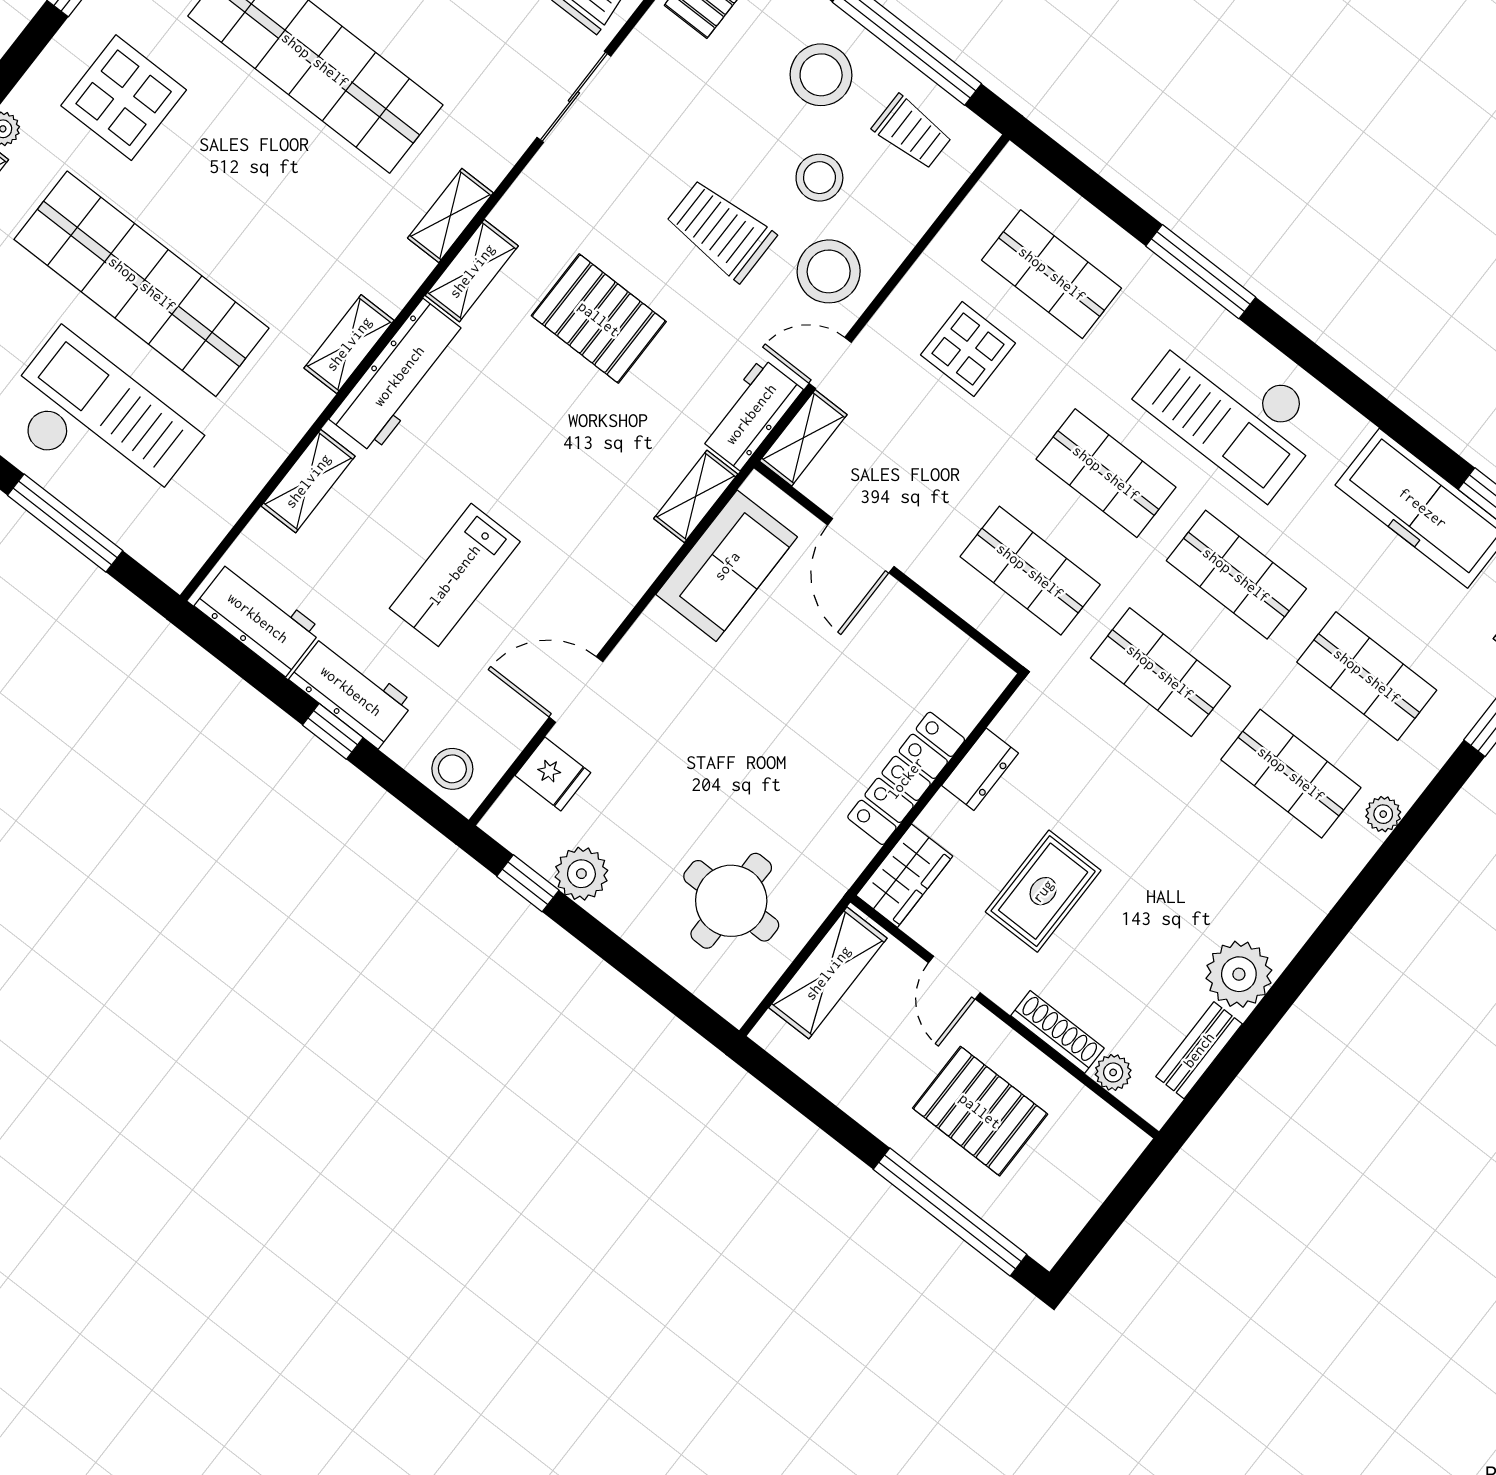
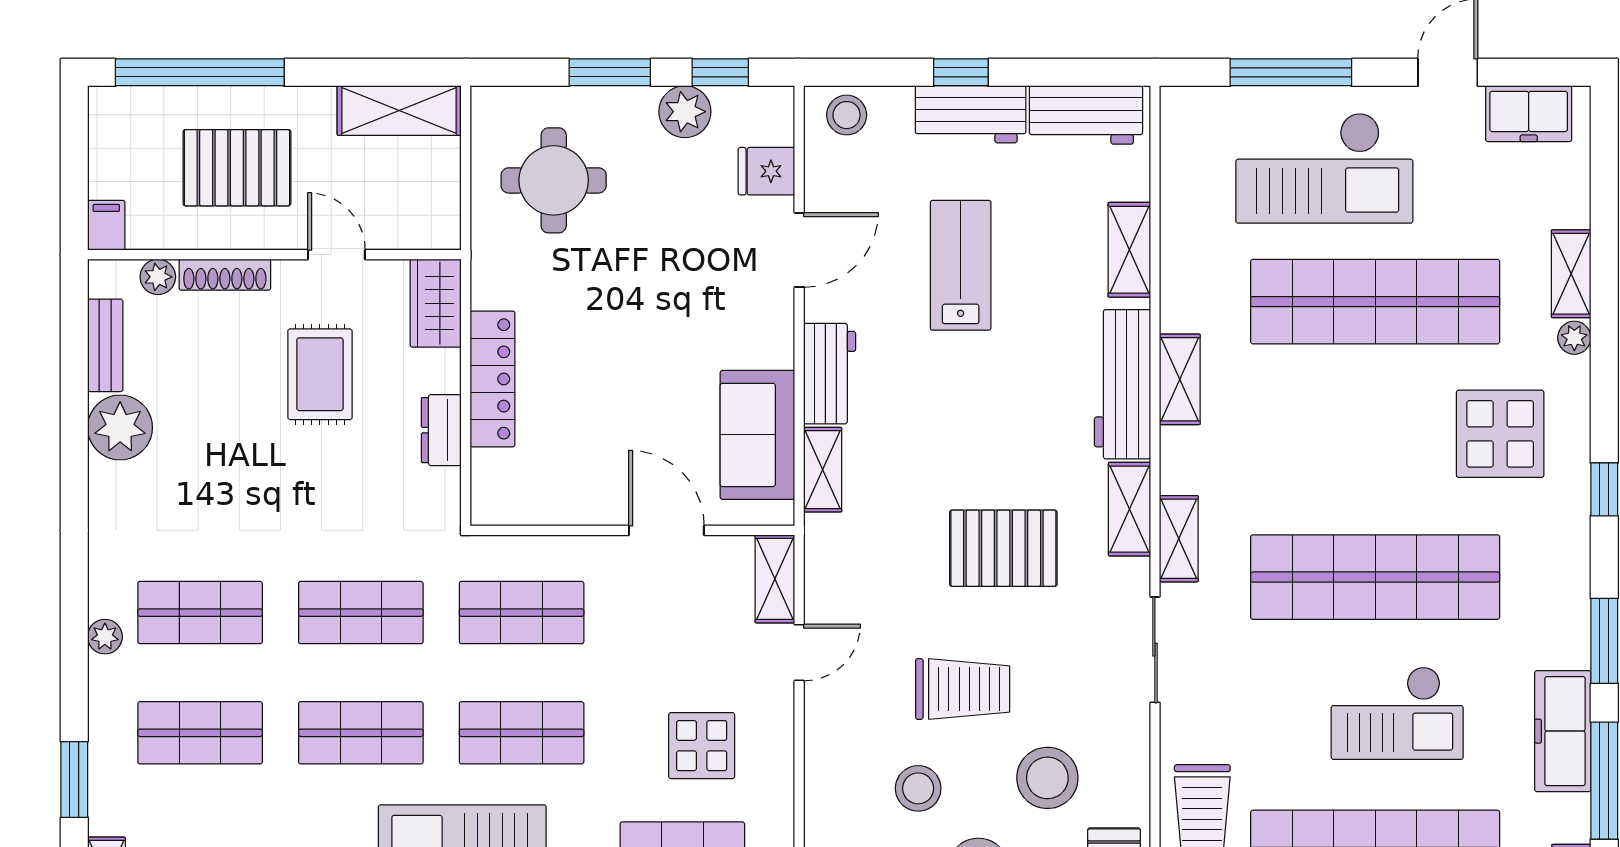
sliding door: (574, 97) -> (1155, 650), moved
stool: (829, 271) -> (1047, 778), moved
workbench: (751, 414) -> (830, 374), moved
window: (617, 953) -> (610, 72), added
shelving: (828, 973) -> (399, 111), moved, turned 90
filing cabinet: (1122, 1147) -> (106, 225), added

